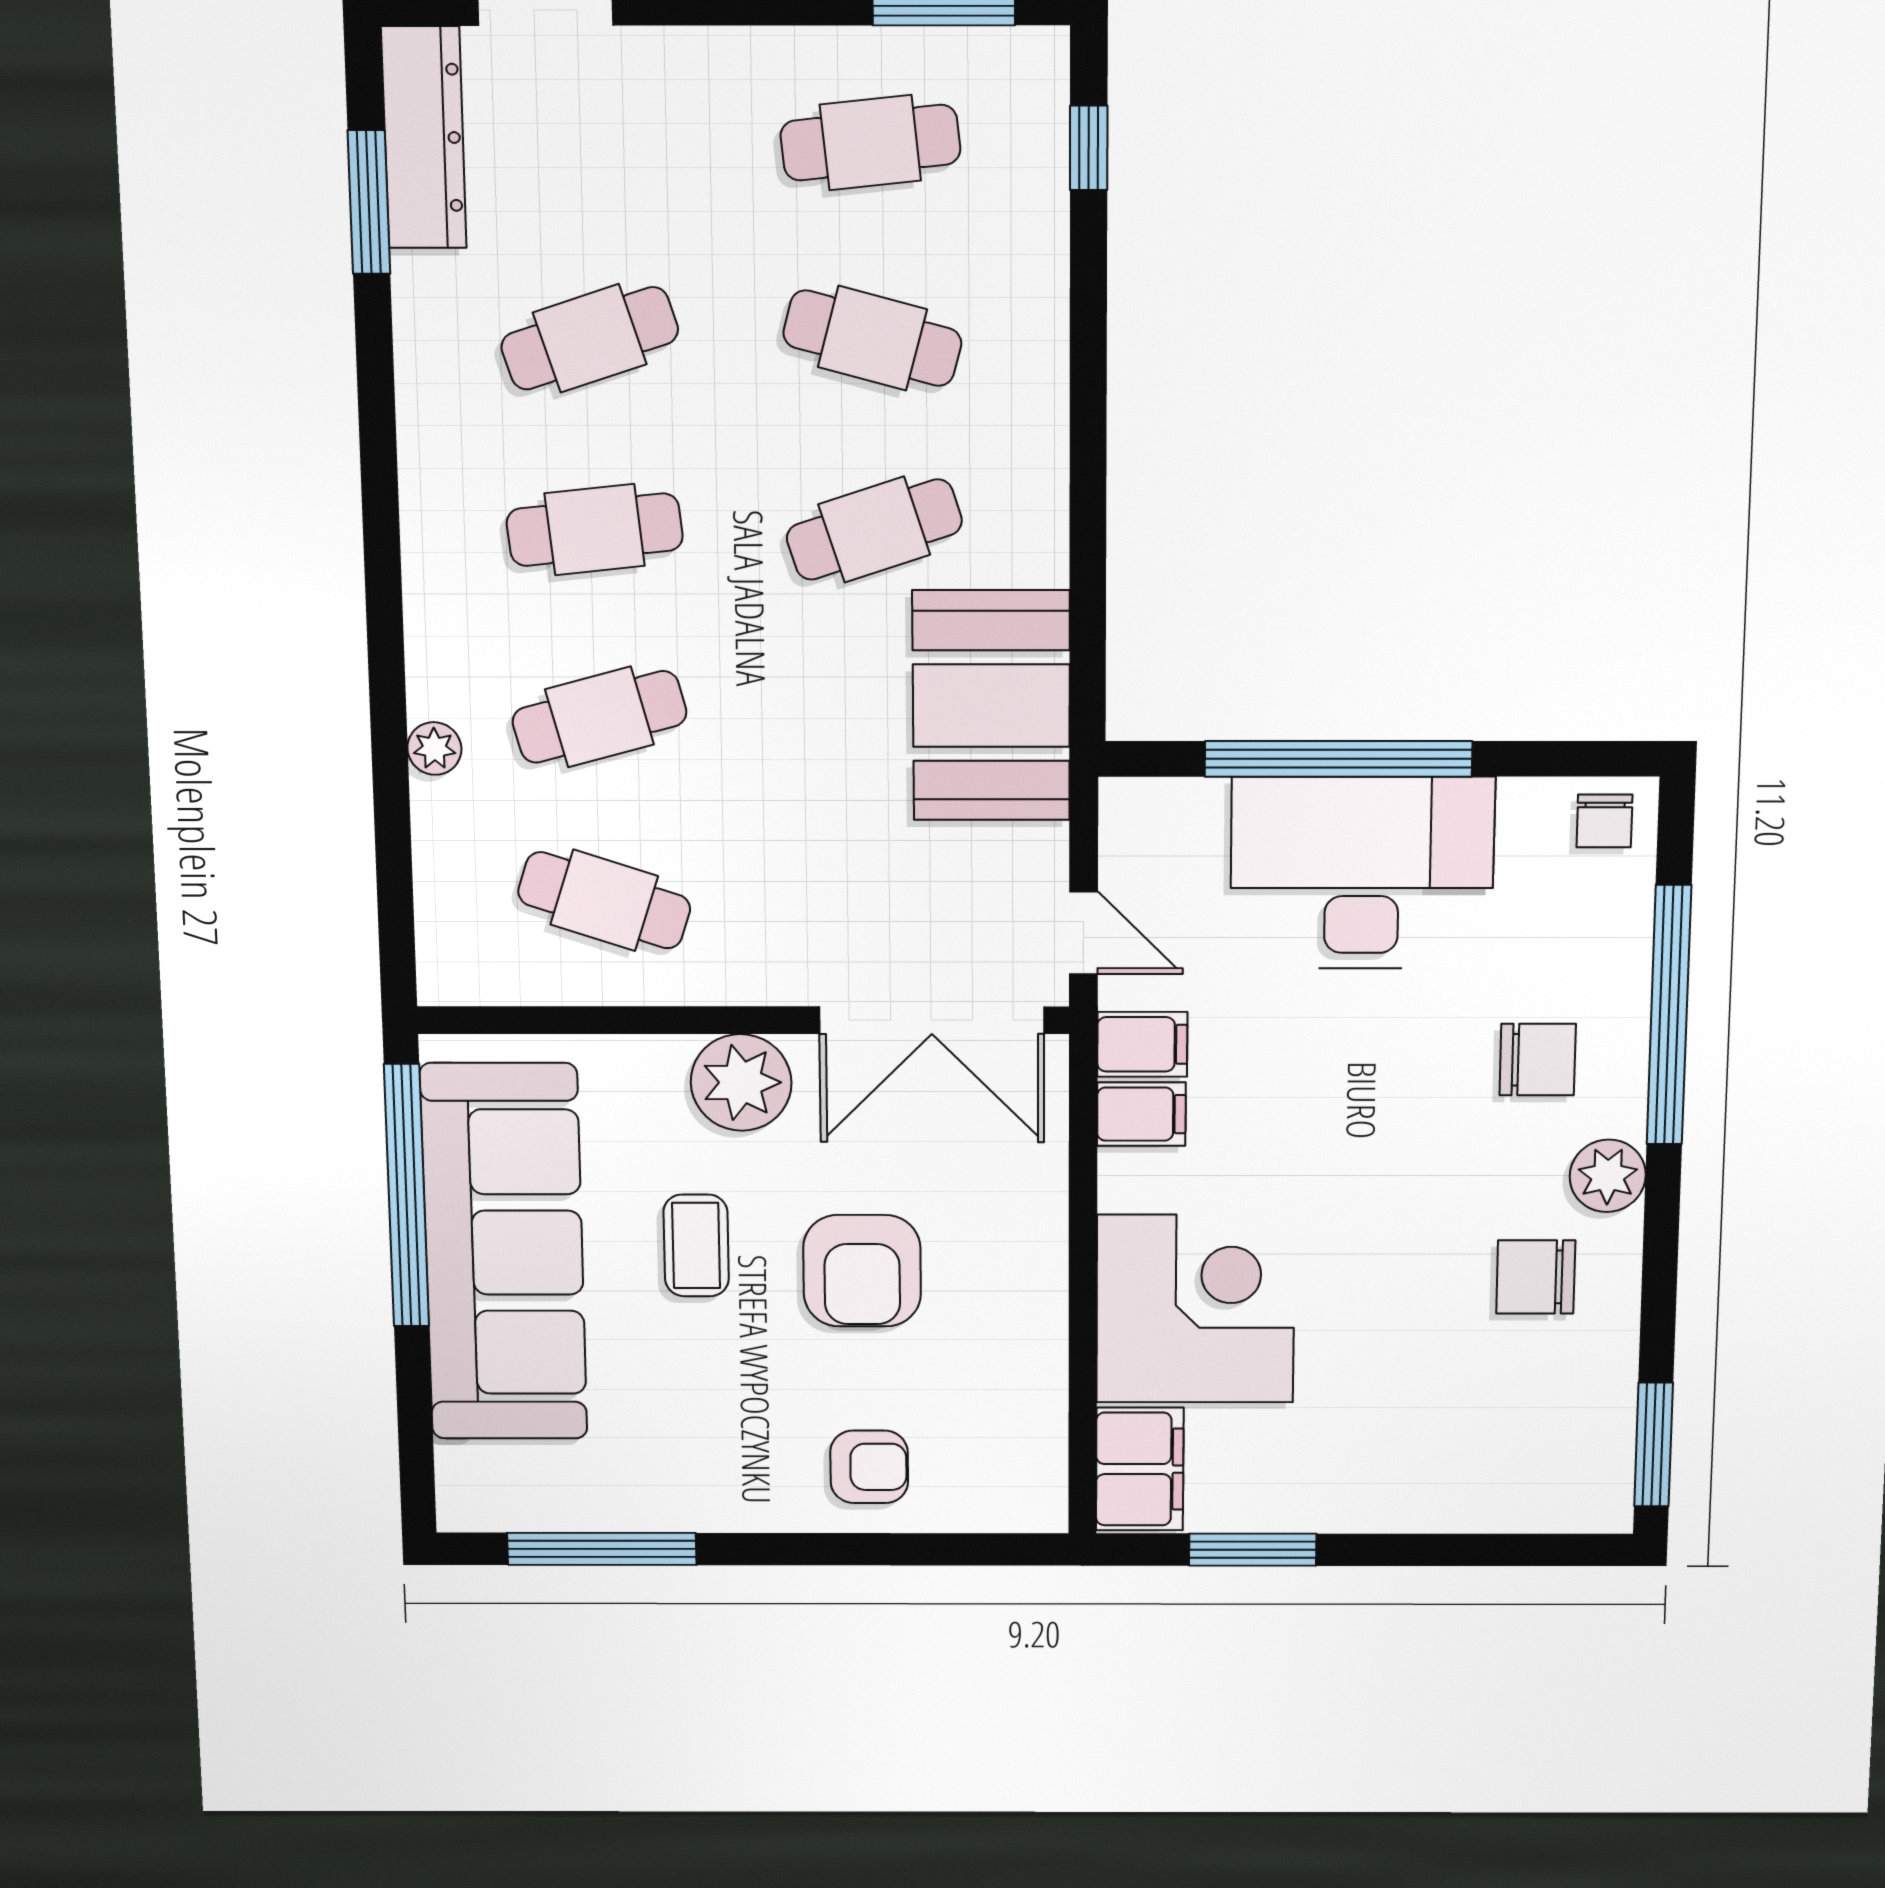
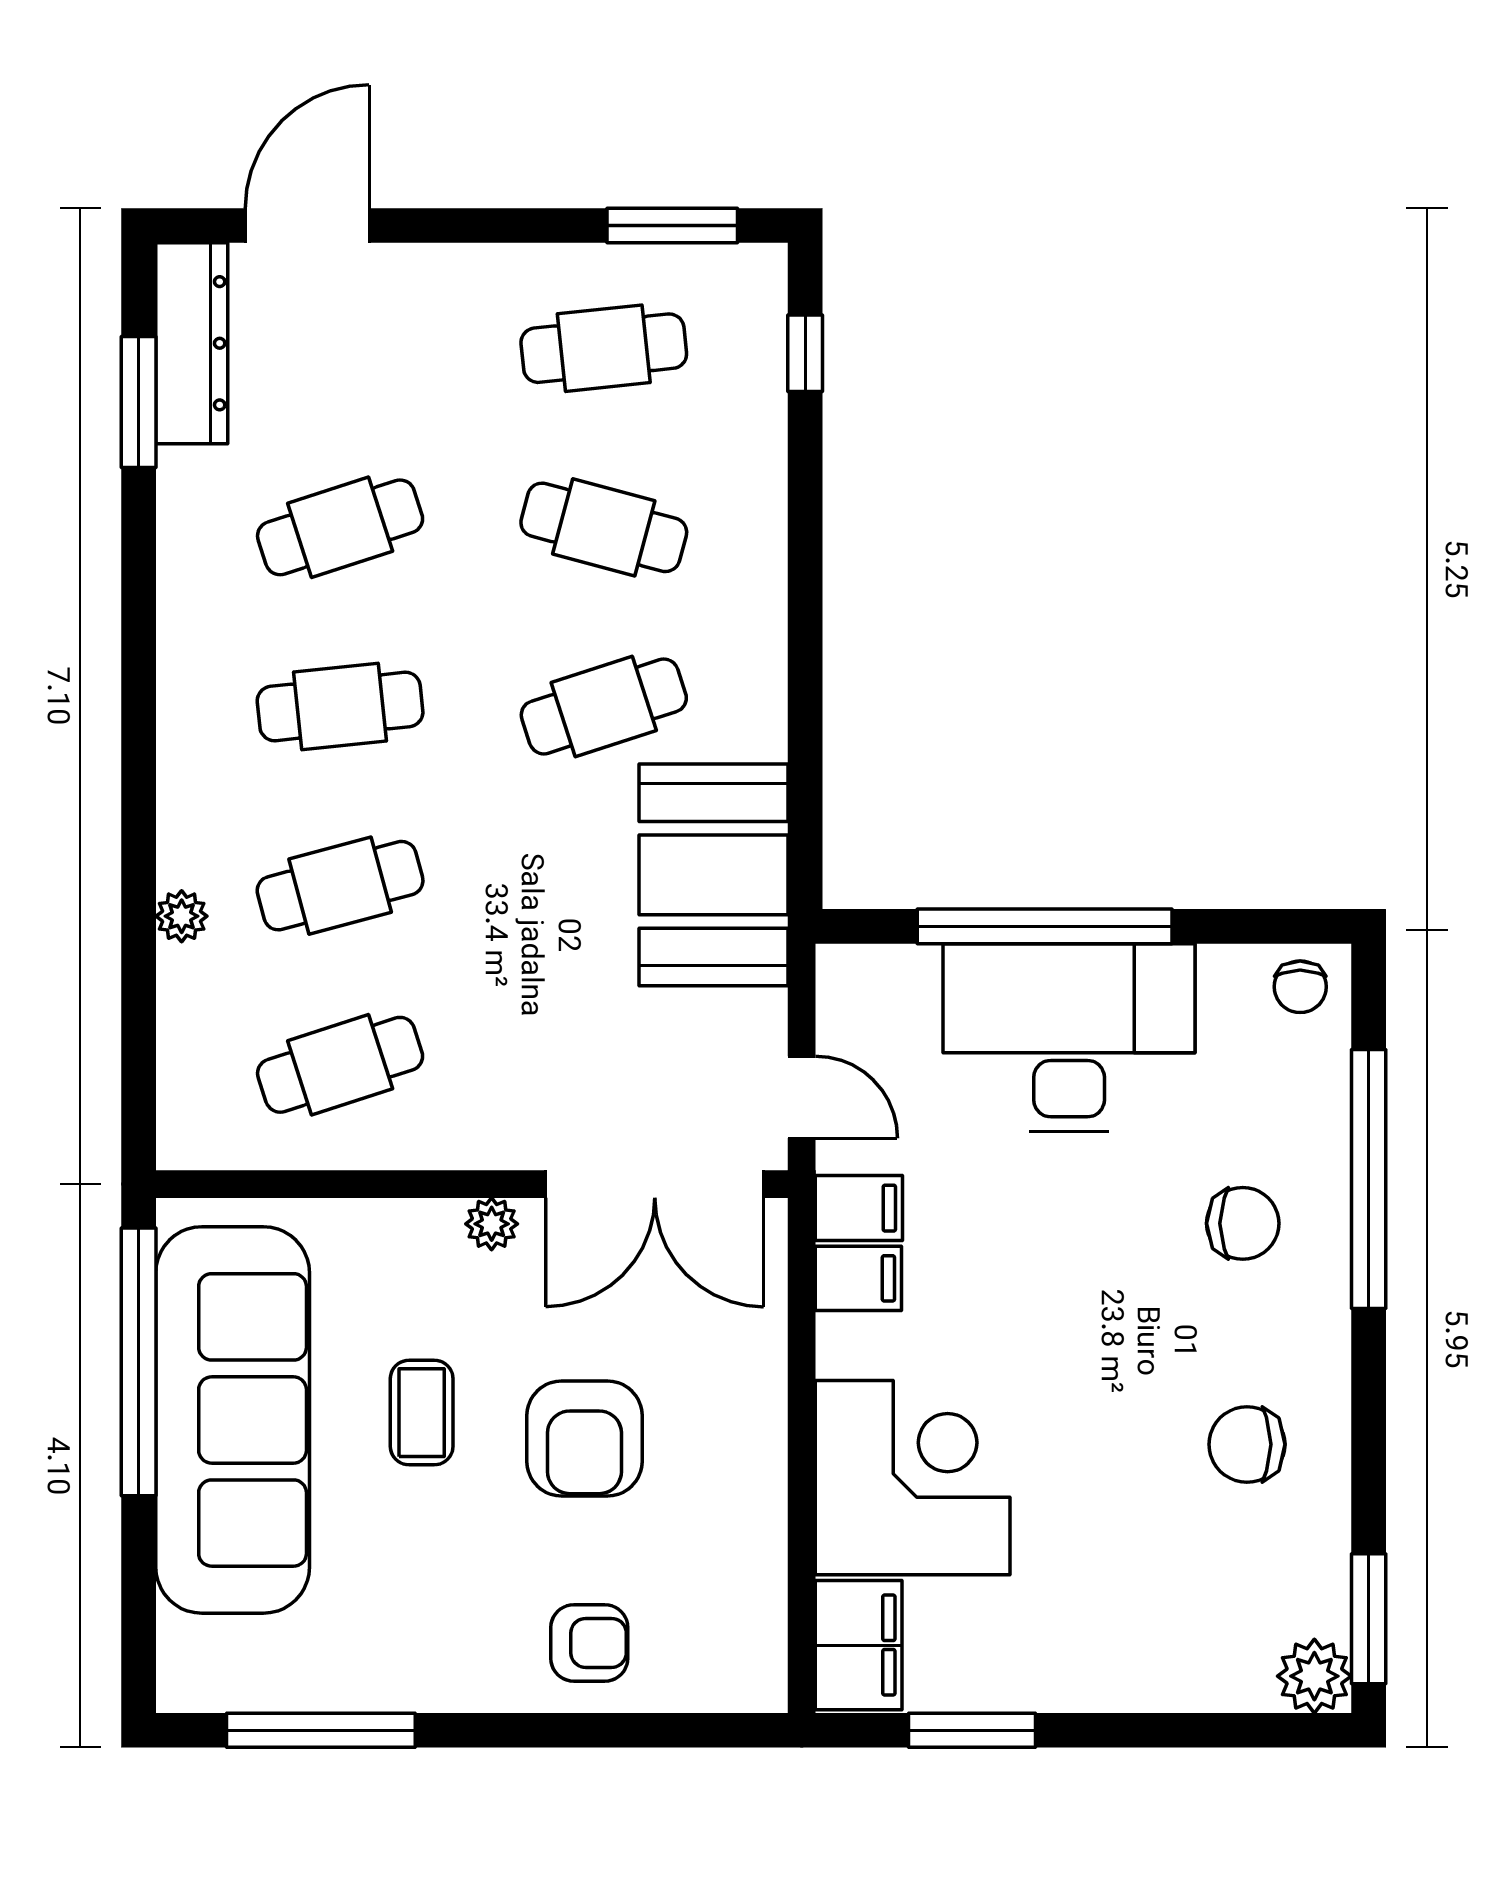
cafe table: (604, 900) -> (340, 1065), turned -36
plant: (741, 1082) -> (492, 1224), width x0.53, depth x0.53
plant: (1608, 1176) -> (1314, 1676), moved

